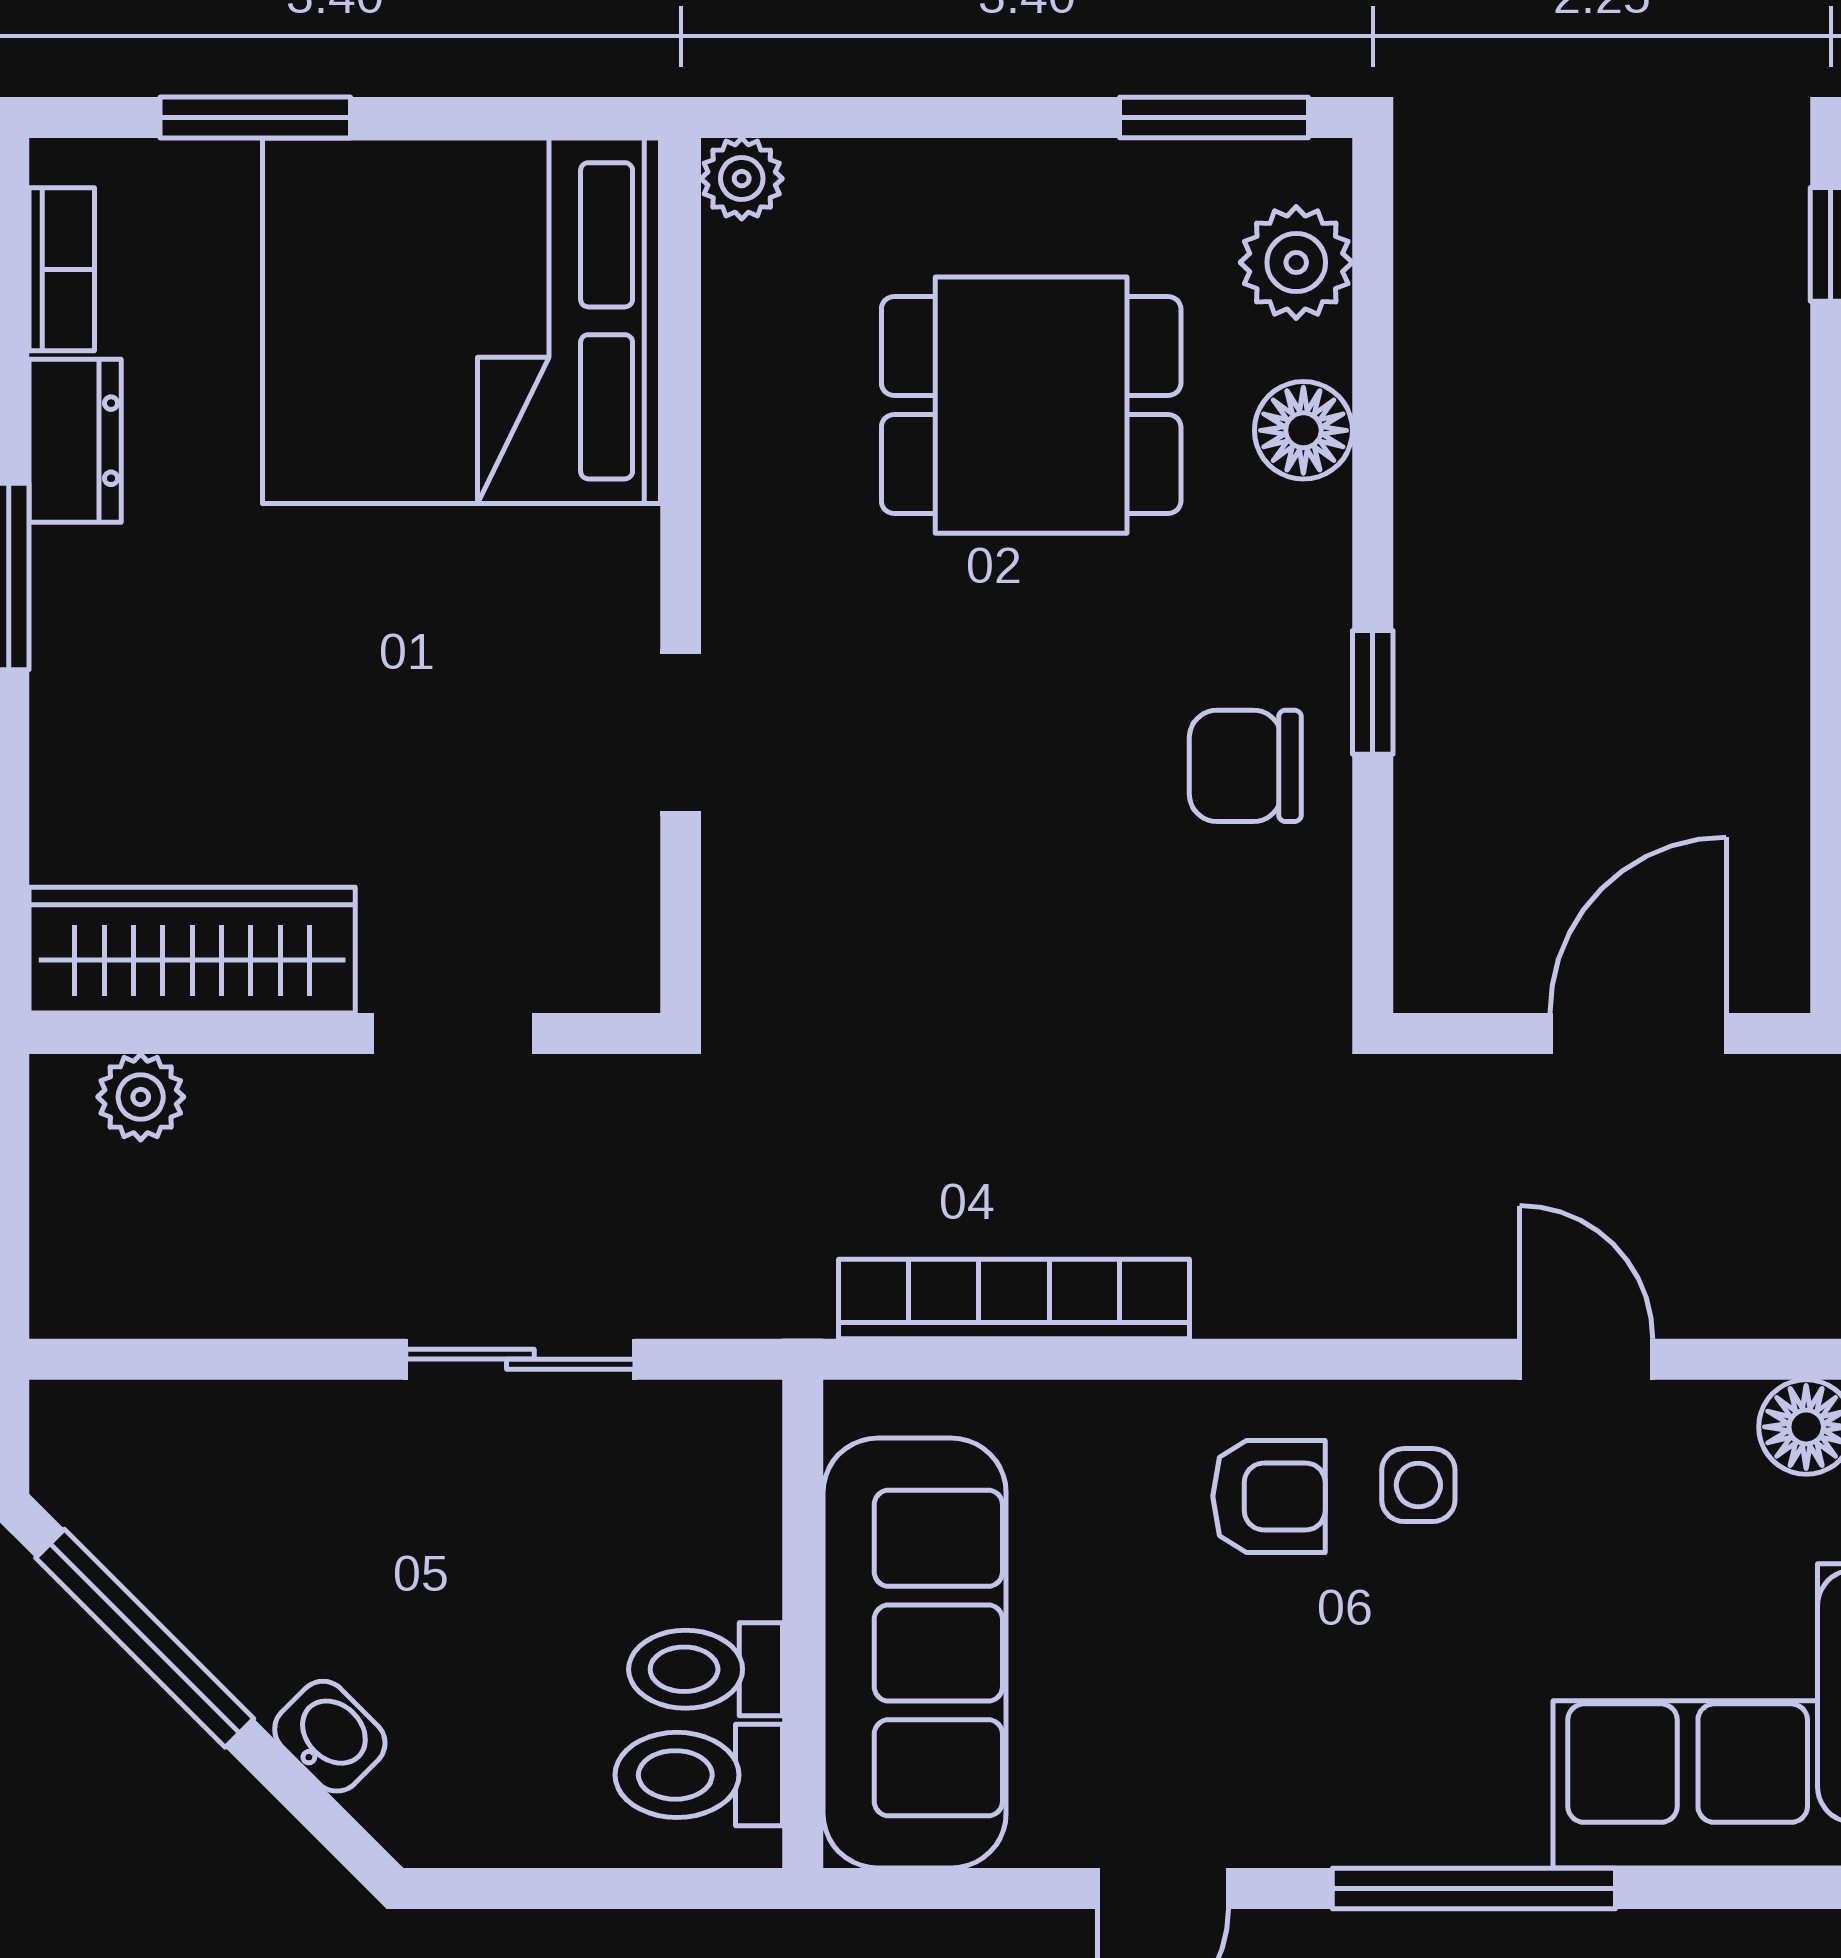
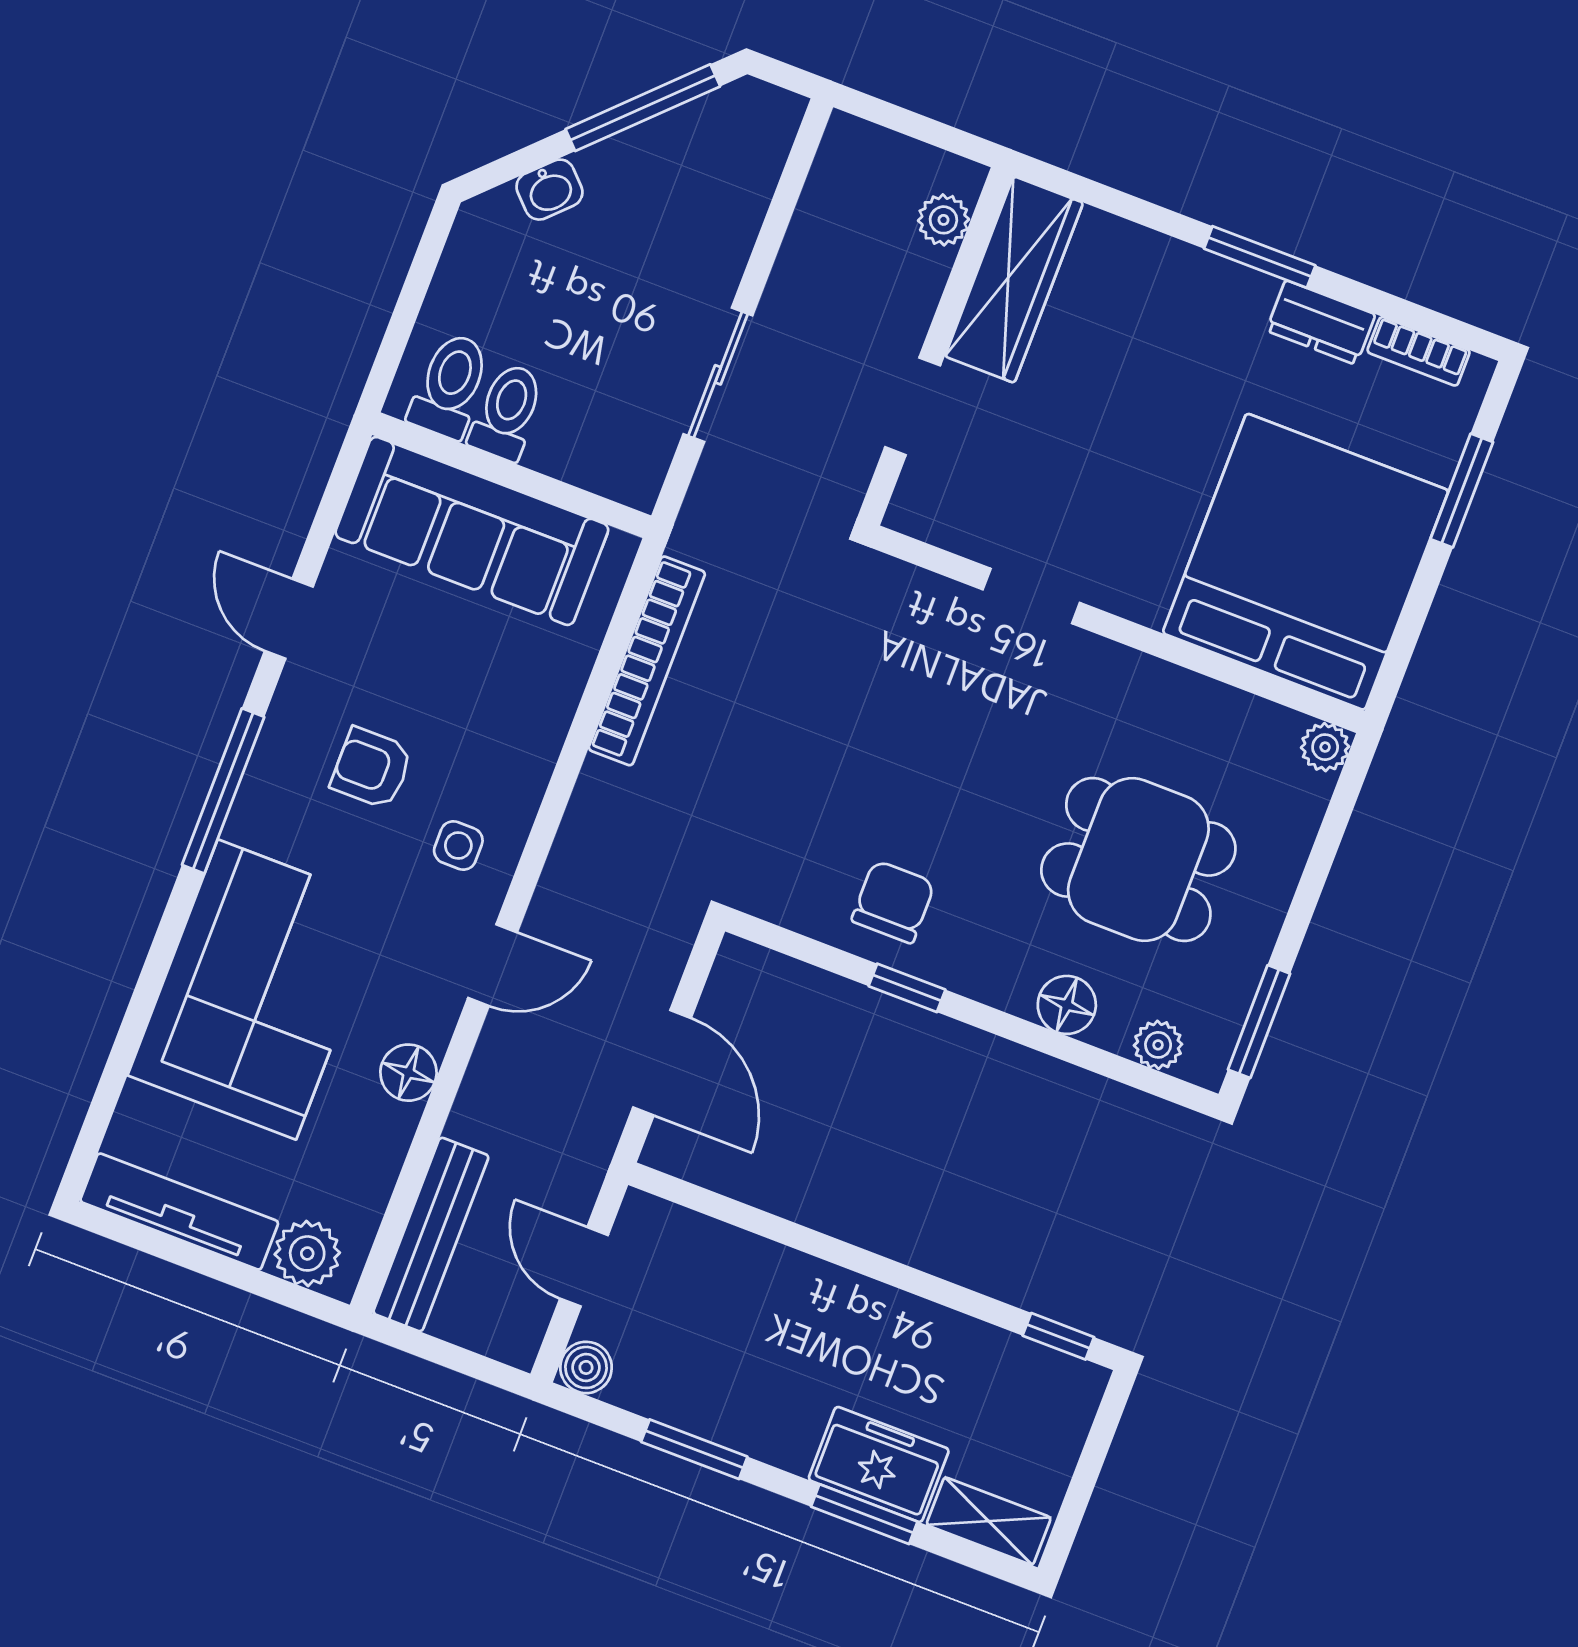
plant: (1296, 262) -> (1158, 1045), width x0.73, depth x0.73
dining table: (1031, 405) -> (1138, 859), turned 90
armchair: (1269, 1496) -> (372, 768), moved, turned 90

